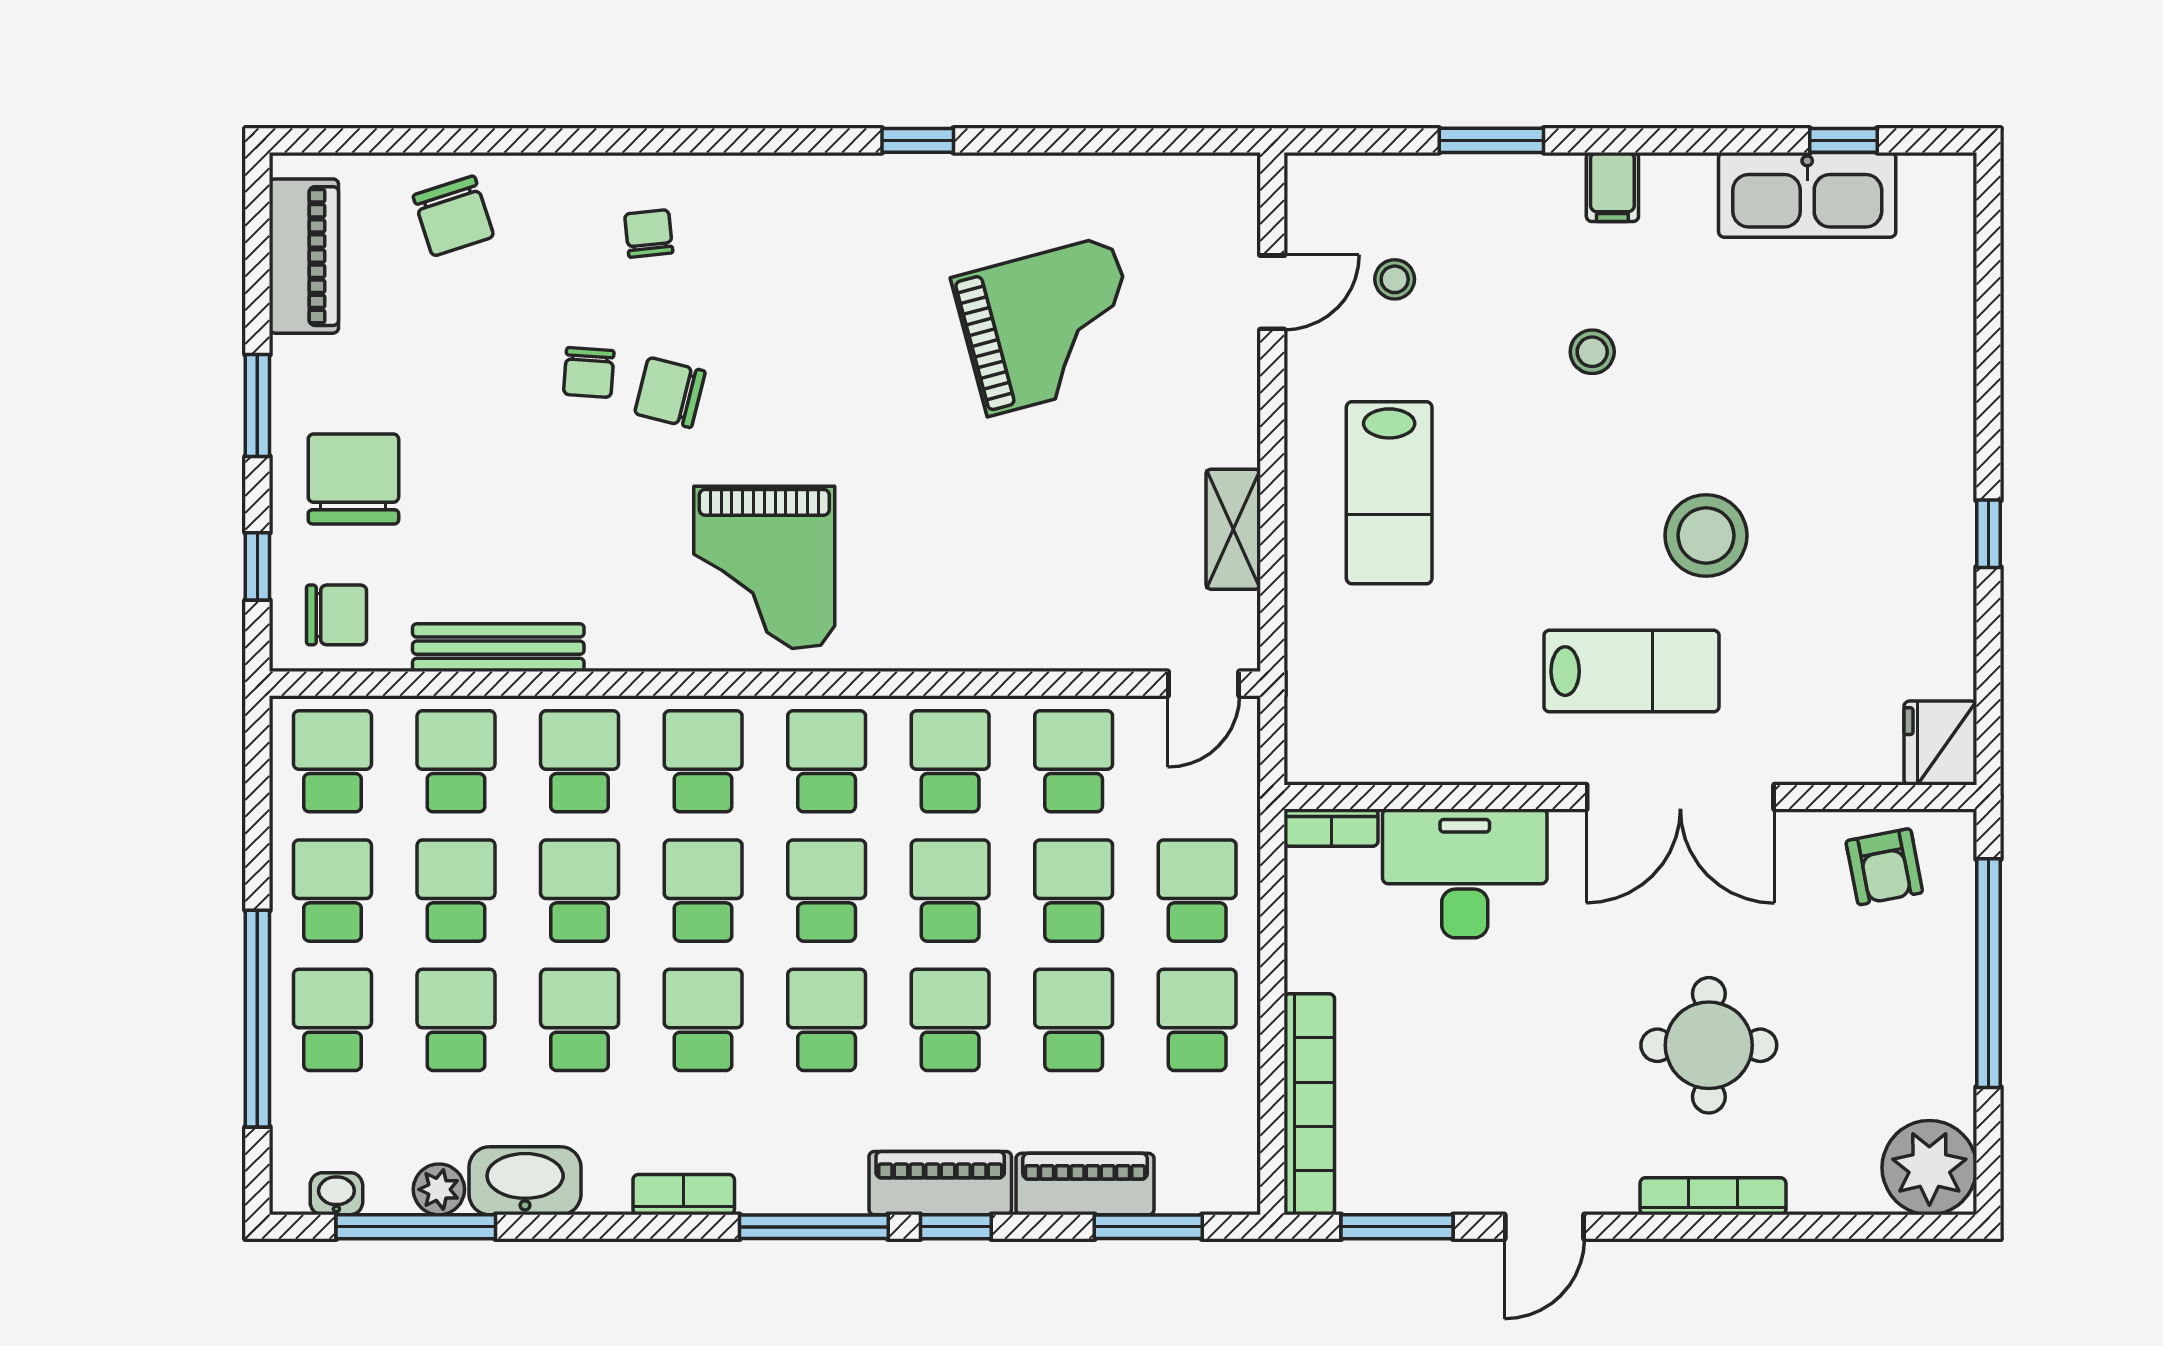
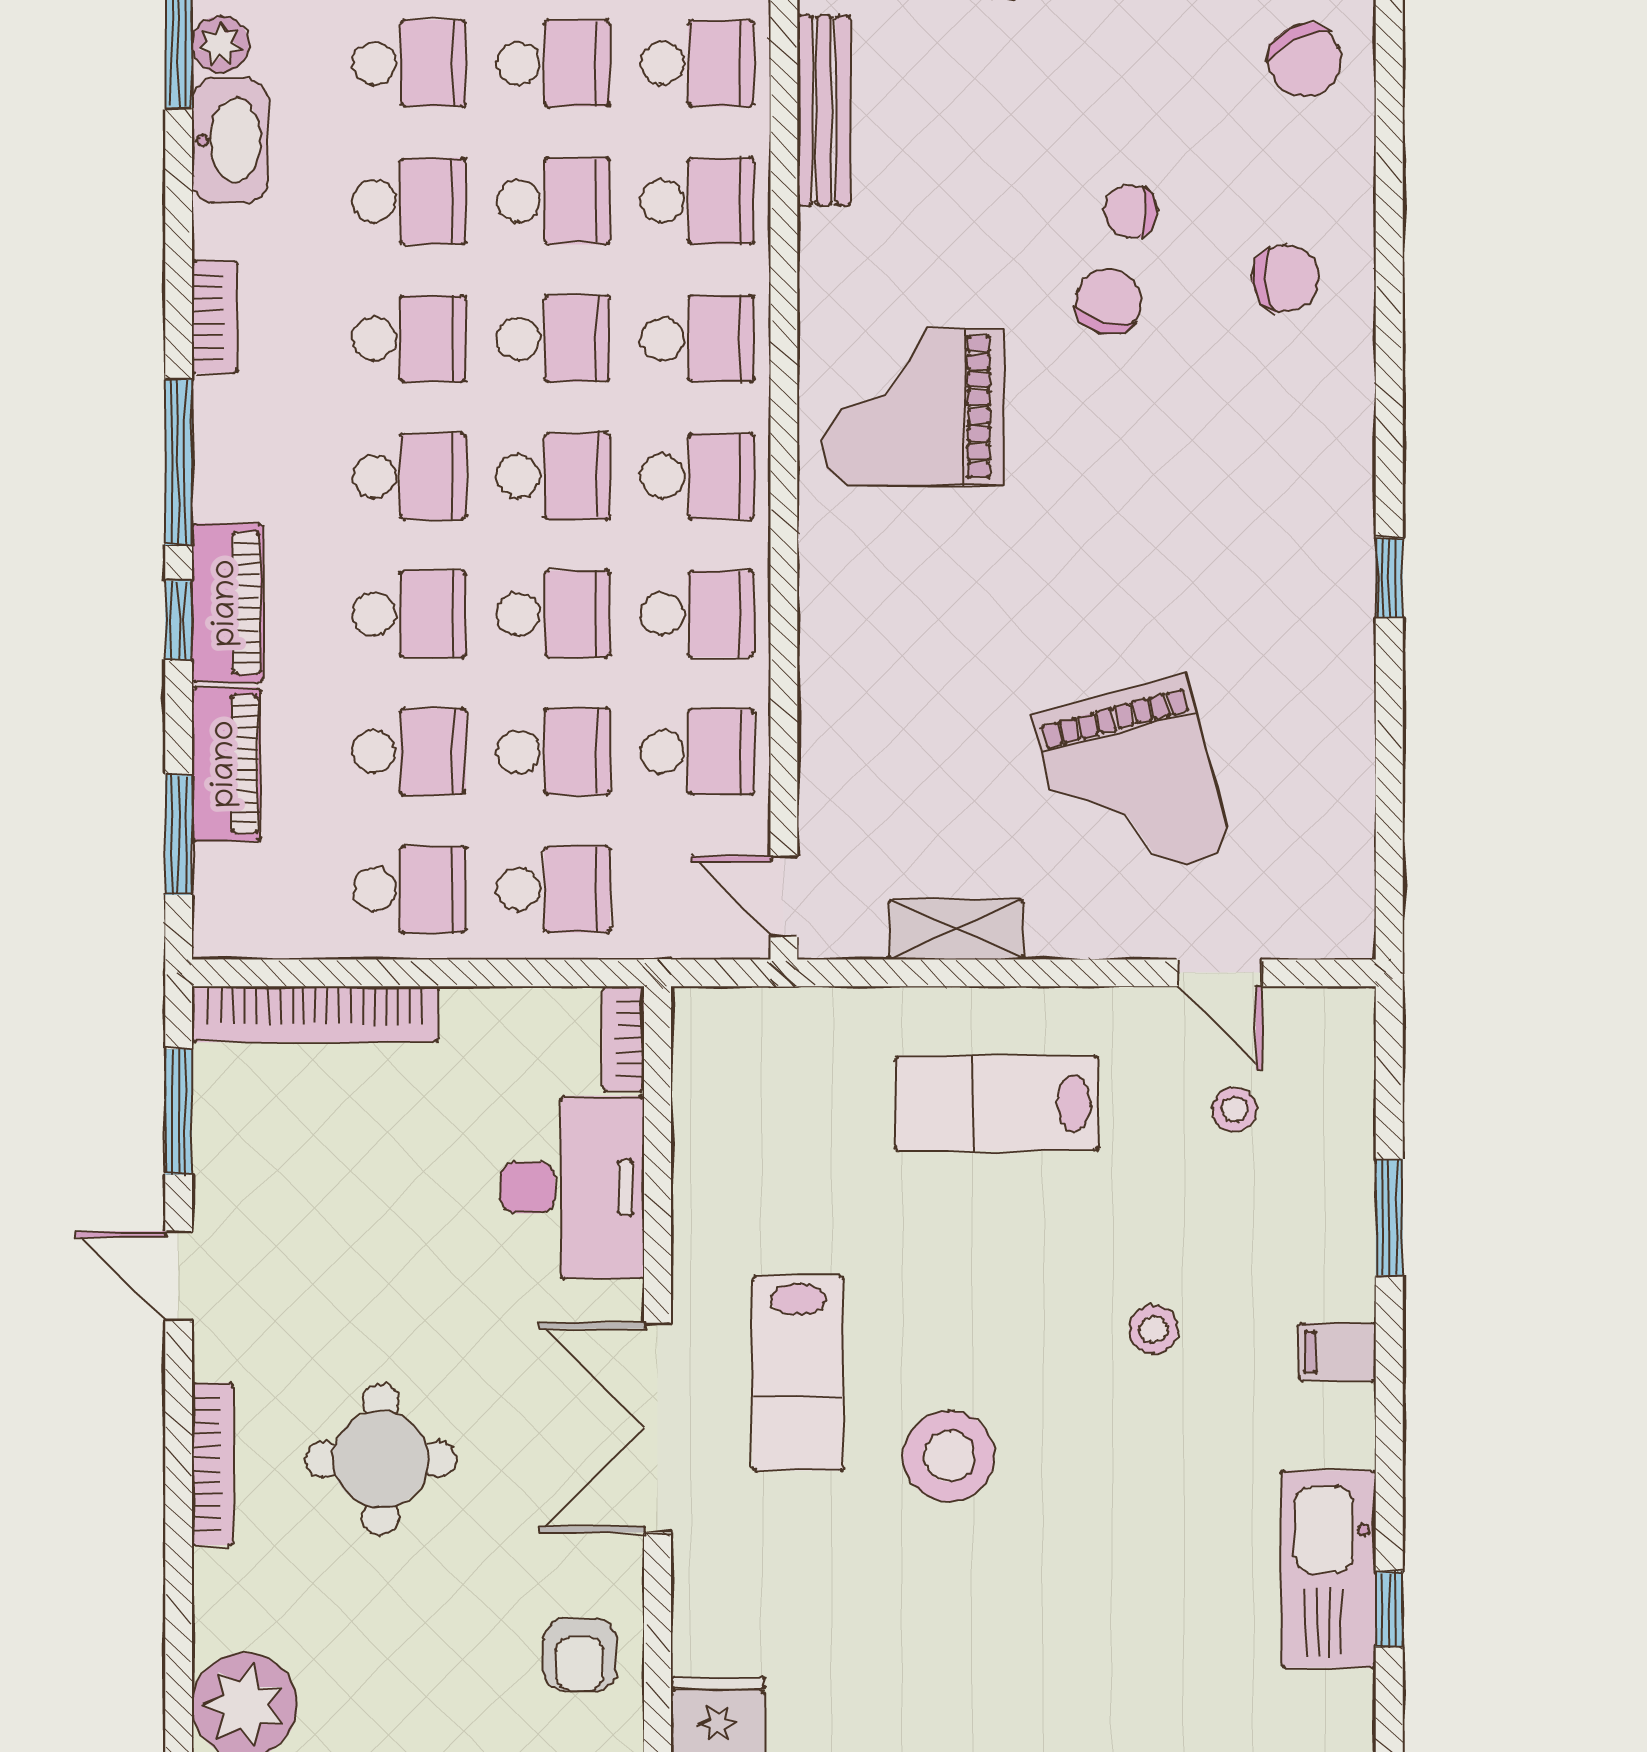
chair: (453, 216) -> (1305, 60), turned -98
chair: (649, 233) -> (1286, 278), width x1.37, depth x1.37
grand piano: (1049, 326) -> (1132, 783), moved
armchair: (1884, 867) -> (580, 1655), turned -79

